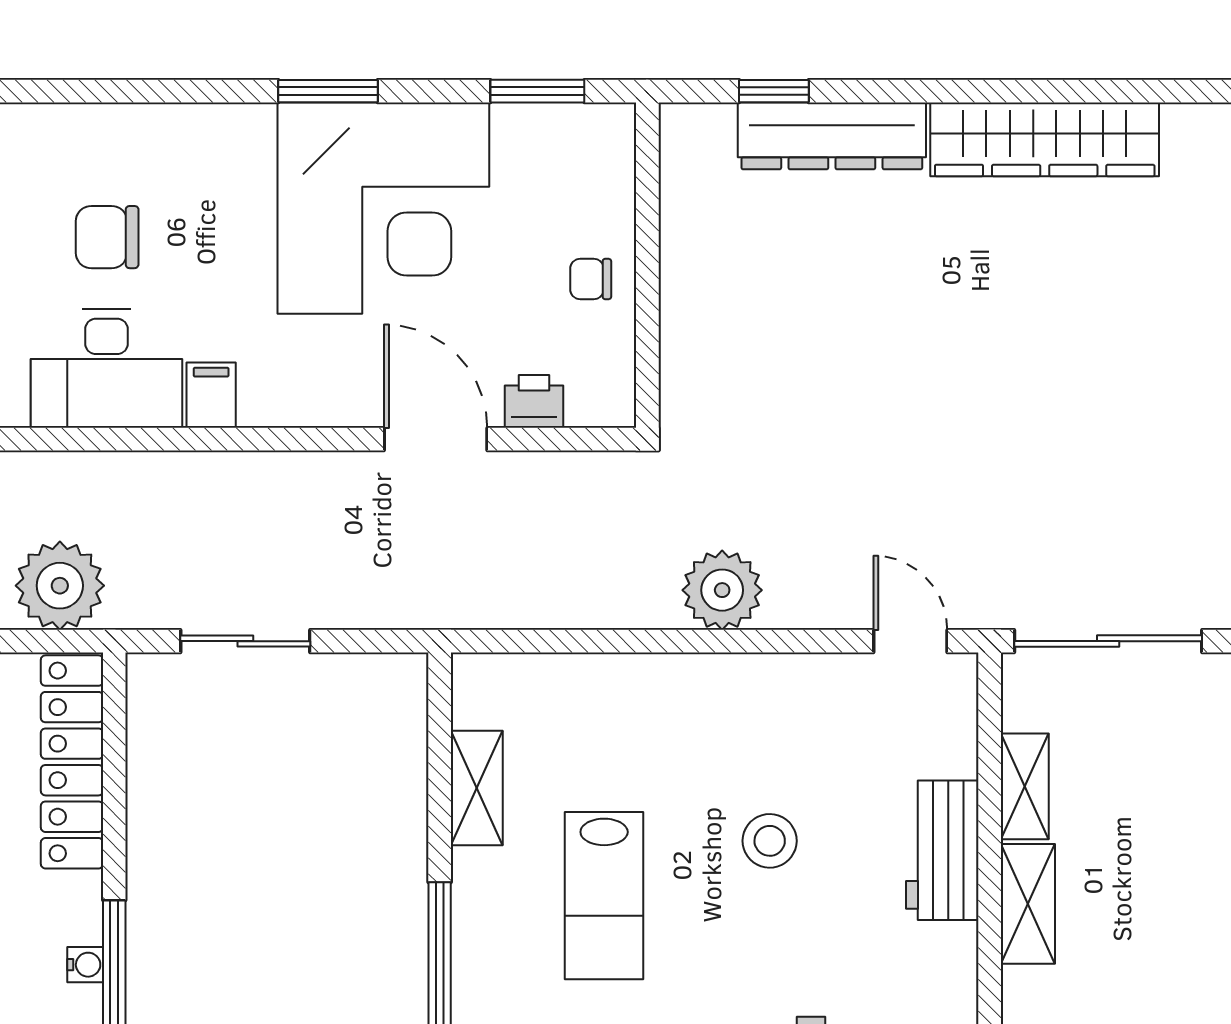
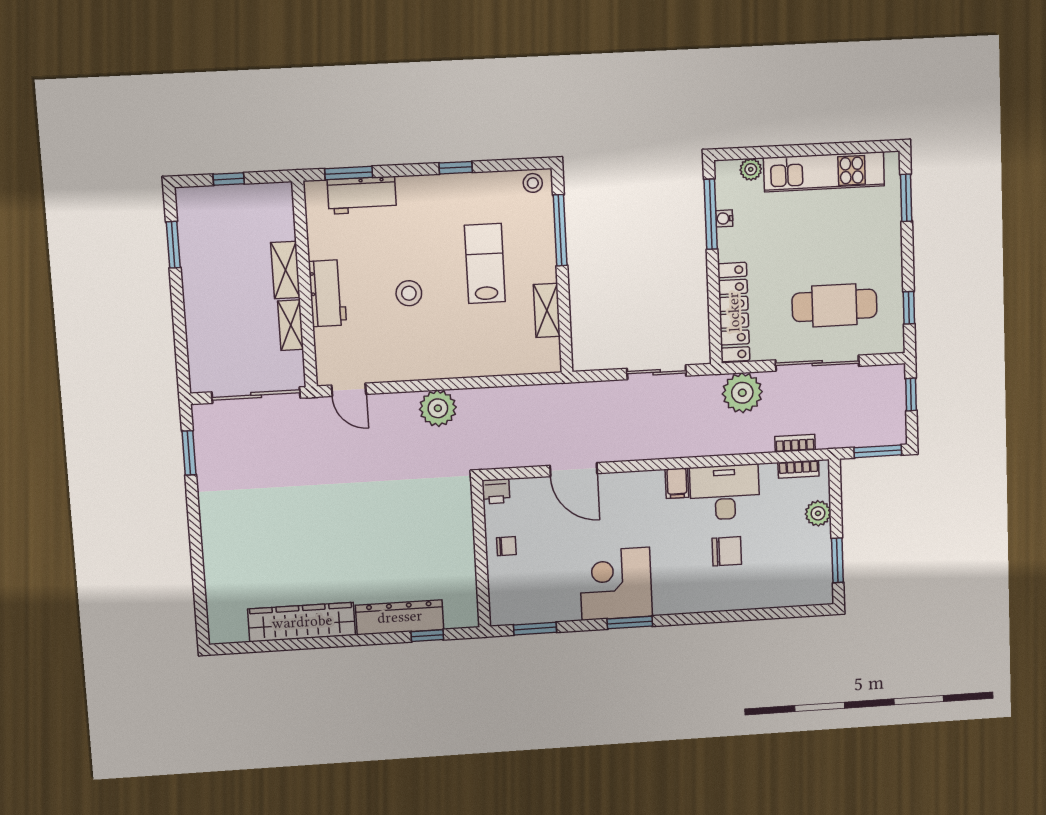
corner desk: (383, 208) -> (616, 584), width x0.74, depth x0.74
printer: (534, 401) -> (496, 491), moved

